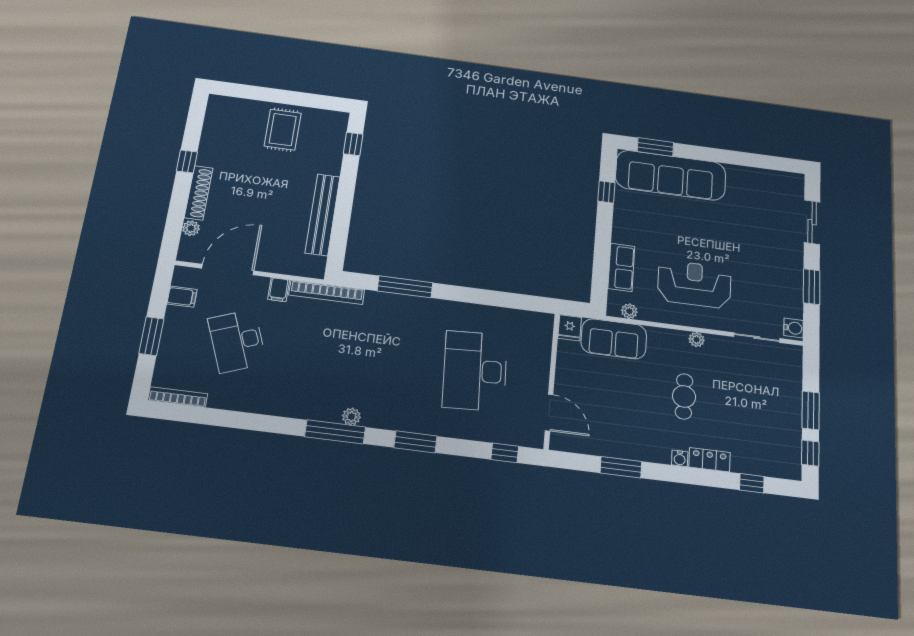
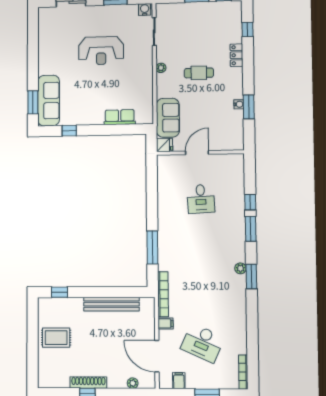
sofa: (671, 175) -> (49, 101), width x0.74, depth x0.79
shoe rack: (199, 193) -> (88, 382), moved
reception desk: (694, 284) -> (101, 51), moved, turned -90
plant: (629, 311) -> (148, 110), removed
desk: (237, 341) -> (203, 343), turned 45
desk: (475, 371) -> (201, 199), width x0.53, depth x0.77
door: (549, 413) -> (197, 153), moved
window: (335, 432) -> (251, 277), width x0.69
window: (505, 453) -> (250, 202), moved
water cooler: (680, 458) -> (239, 104), moved

